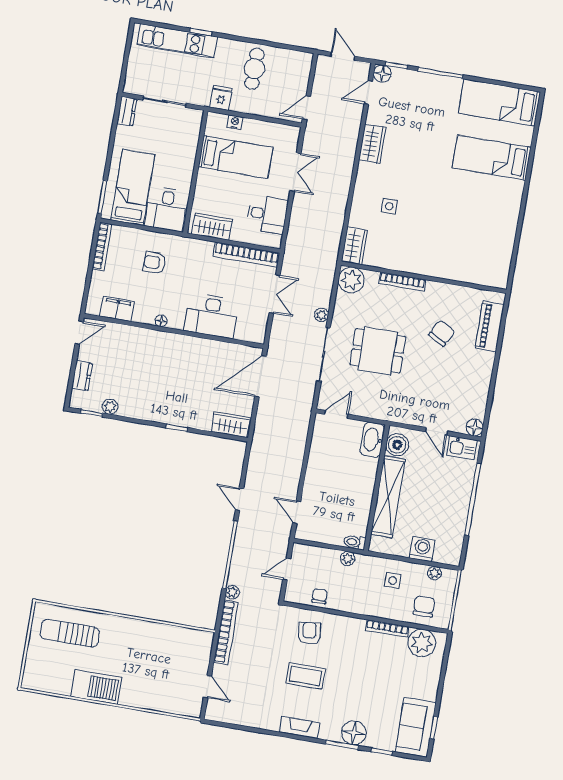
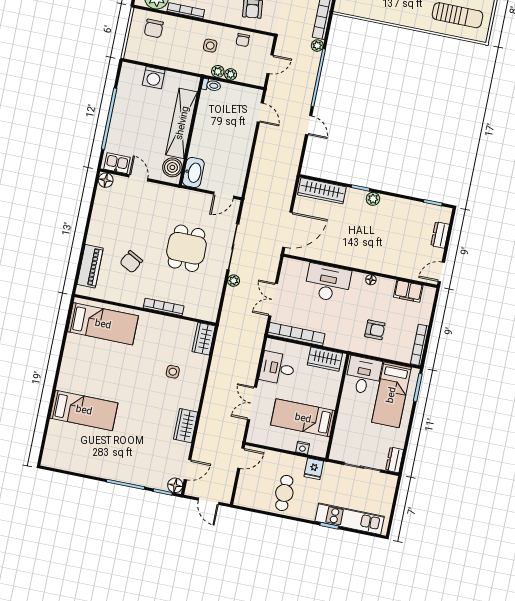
bed: (499, 103) -> (103, 324), moved
plant: (351, 280) -> (207, 310), removed
dining table: (378, 351) -> (186, 248), turned 90
plant: (110, 407) -> (373, 199), moved
wardrobe: (230, 425) -> (322, 191), width x1.50
plant: (435, 573) -> (231, 74), moved
side table: (393, 581) -> (210, 46), moved

